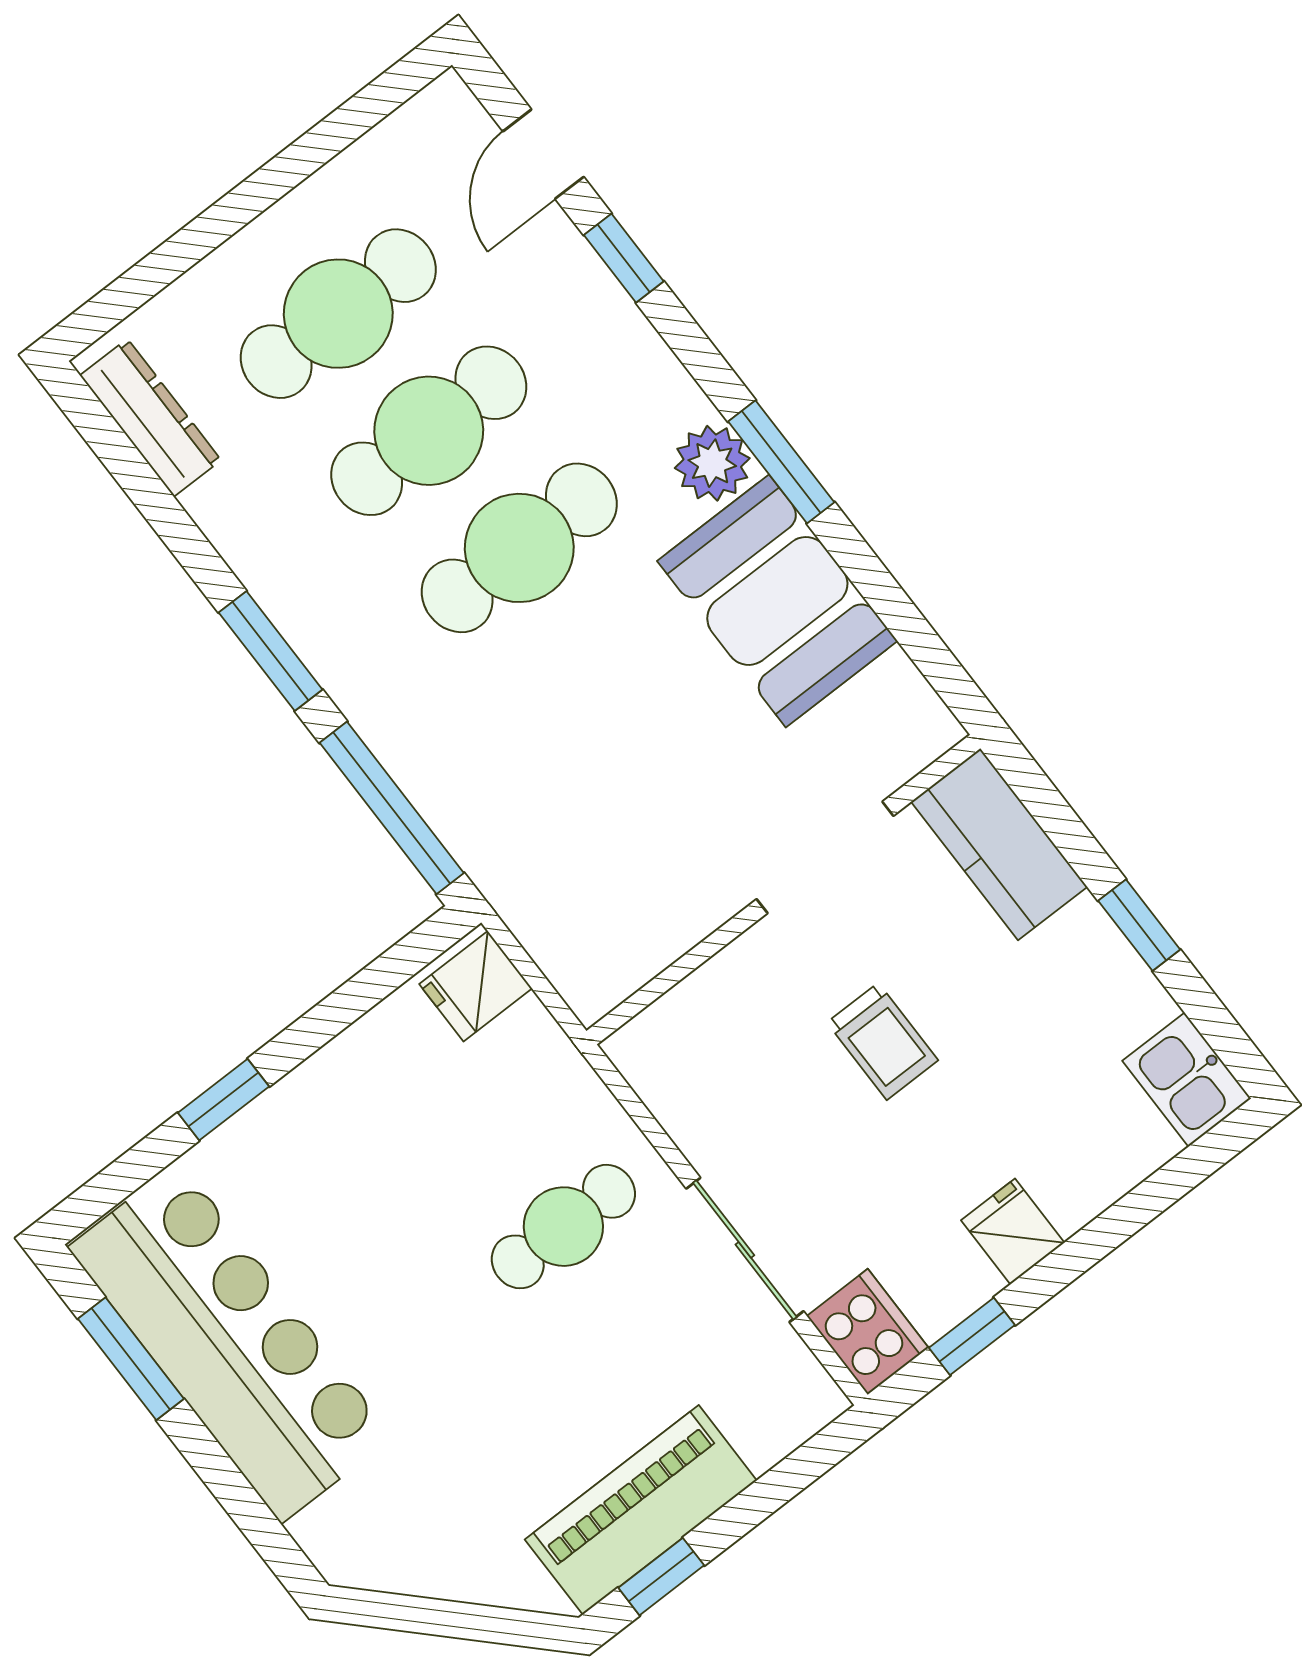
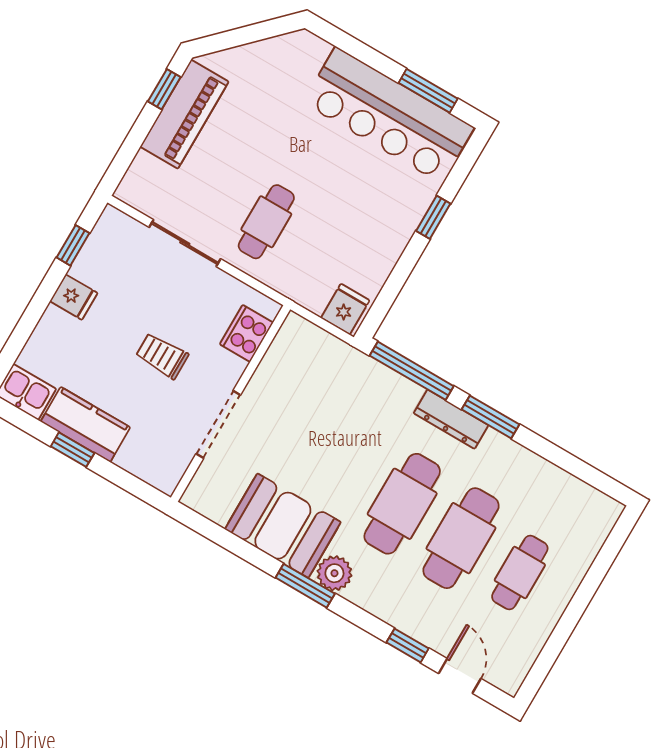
cafe table: (338, 314) -> (520, 573), width x0.73, depth x0.74
dresser: (150, 418) -> (451, 419), moved
kitchen counter: (999, 844) -> (85, 425), moved
cooker: (868, 1332) -> (246, 333), moved, turned 90

